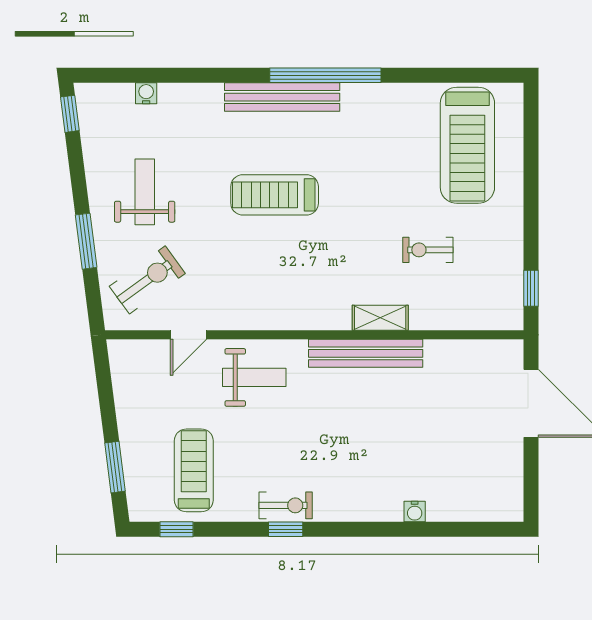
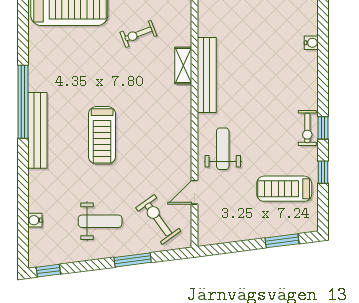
weight bench: (145, 192) -> (100, 221), turned 180
exercise bike: (428, 250) -> (138, 34), turned 69
door: (188, 335) -> (194, 192), swing flipped
exercise bike: (286, 505) -> (307, 128), turned 180
window: (177, 529) -> (323, 172), moved

